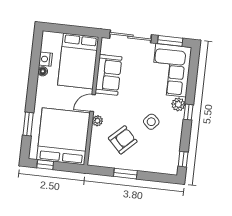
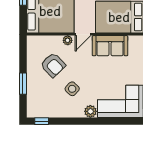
door: (93, 103) -> (83, 34), swing flipped
window: (188, 112) -> (85, 121), removed
window: (125, 174) -> (23, 84), moved

